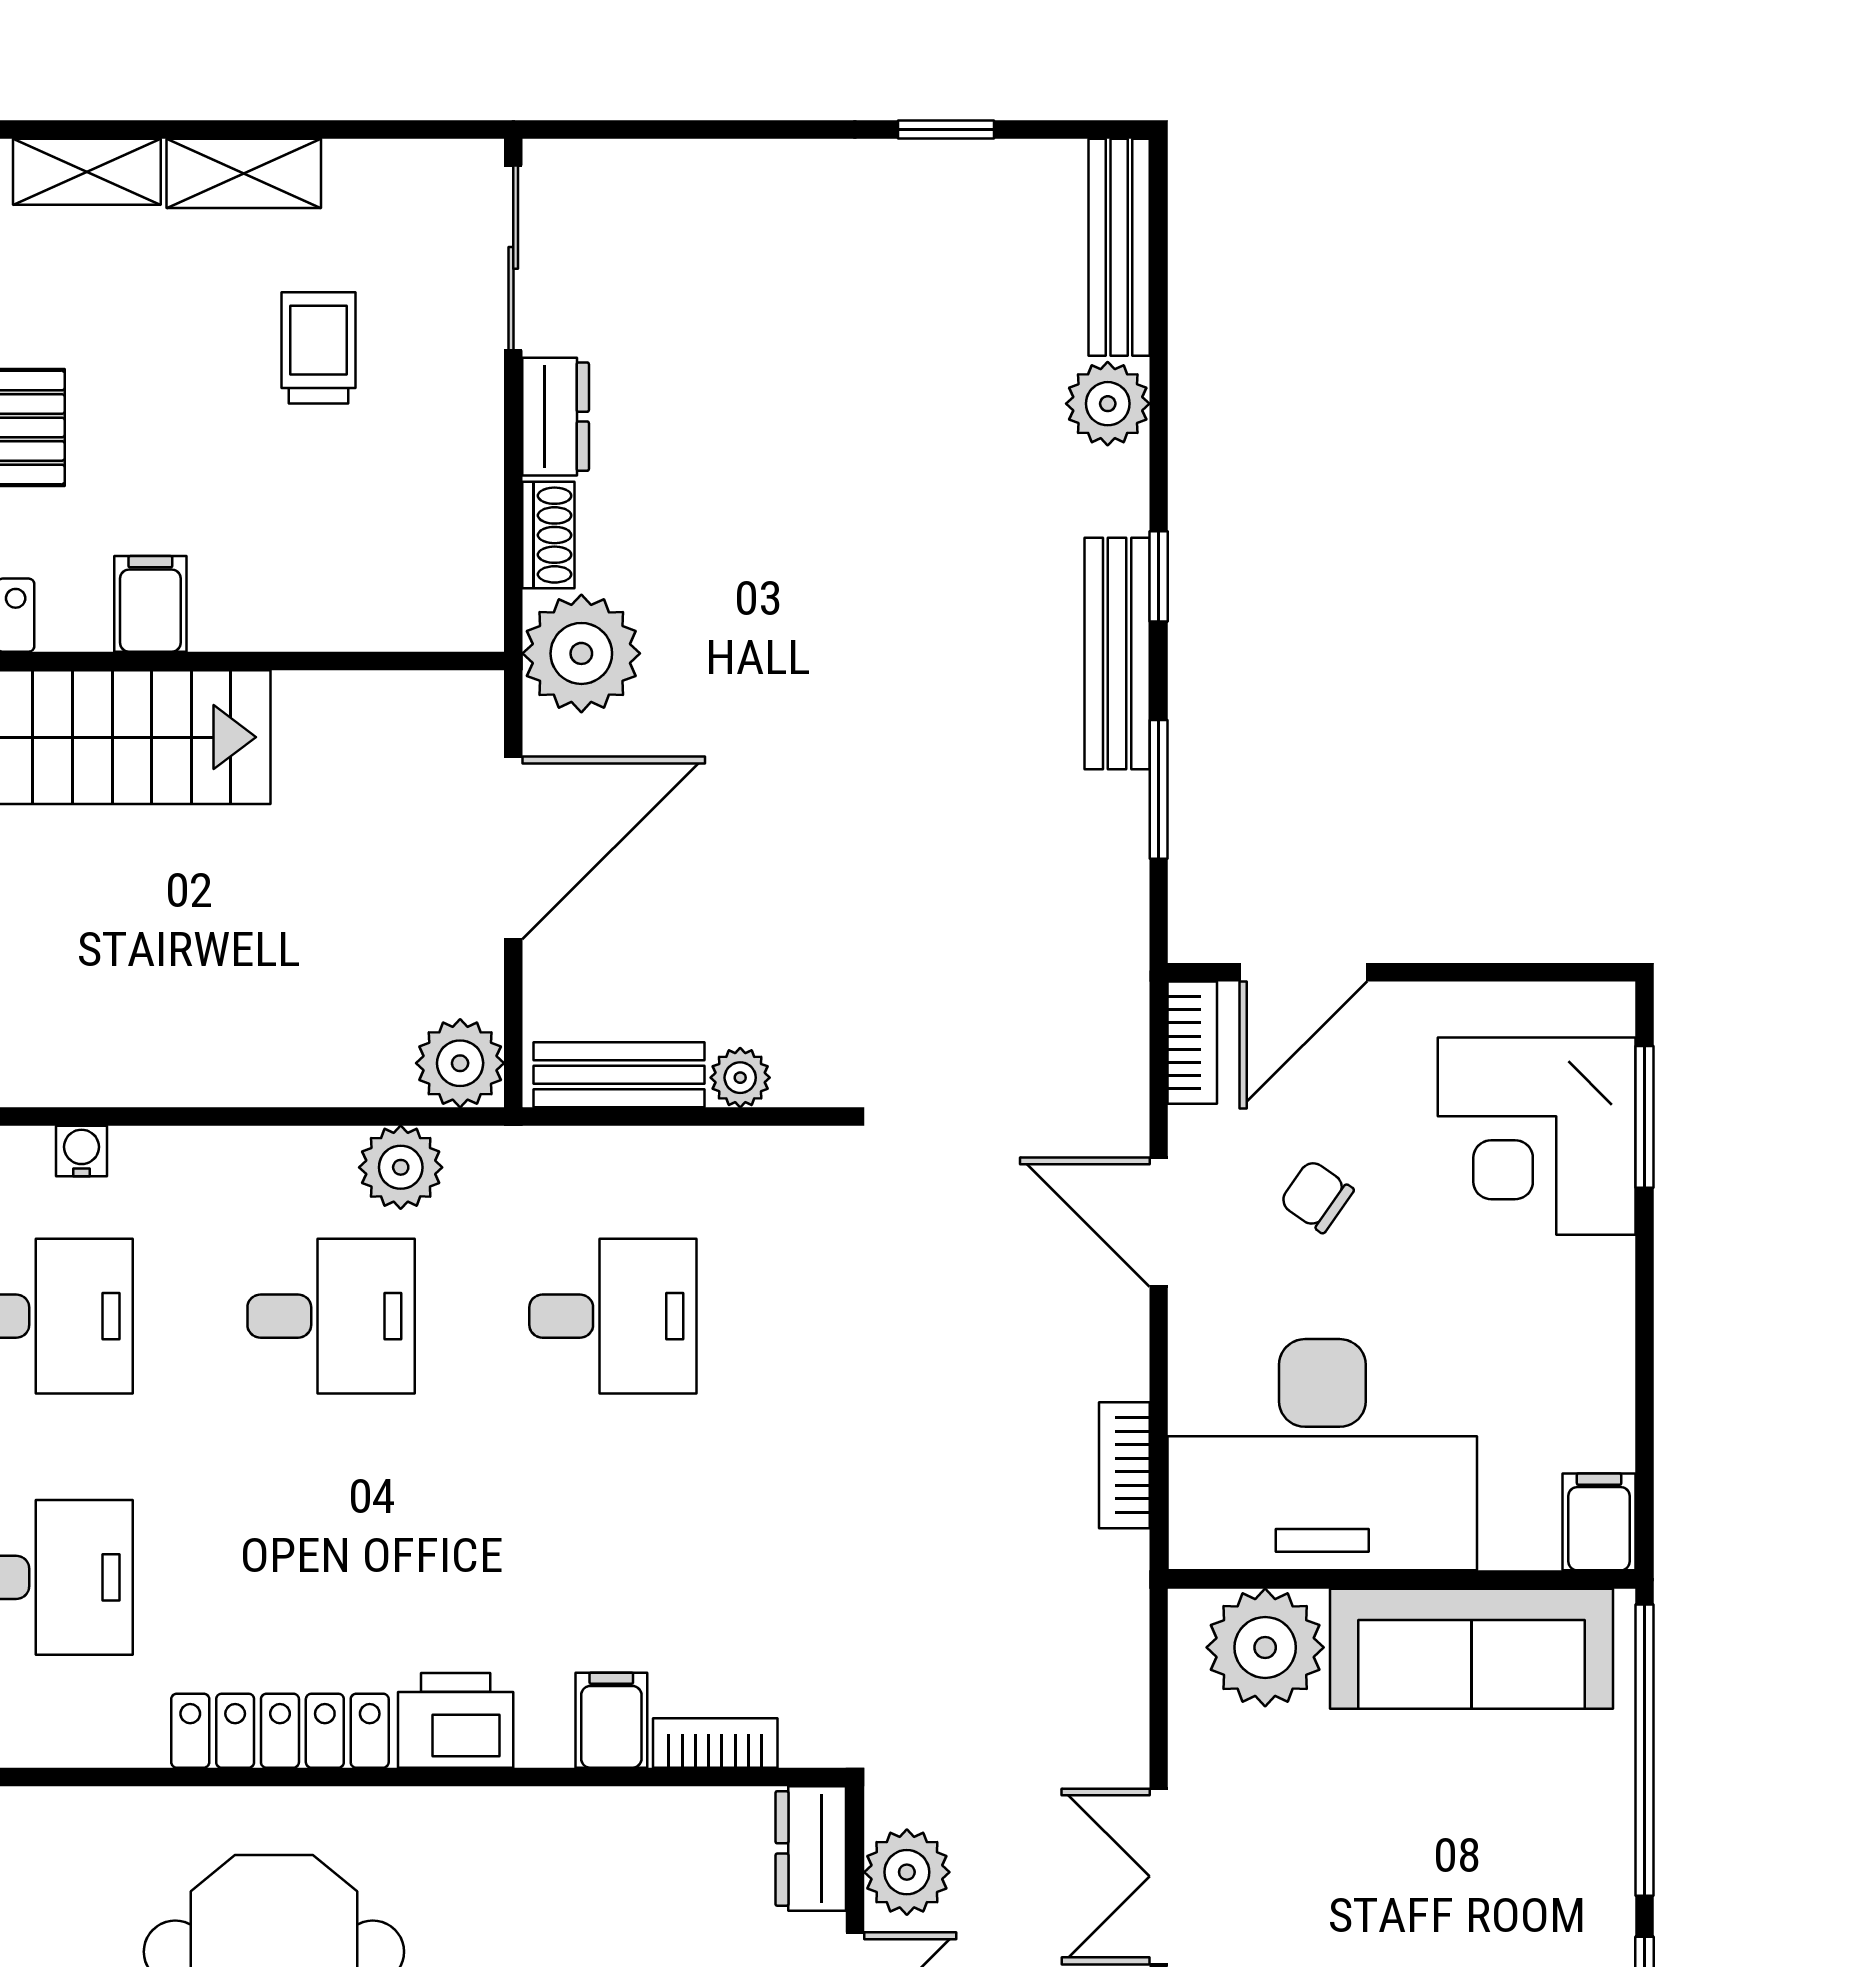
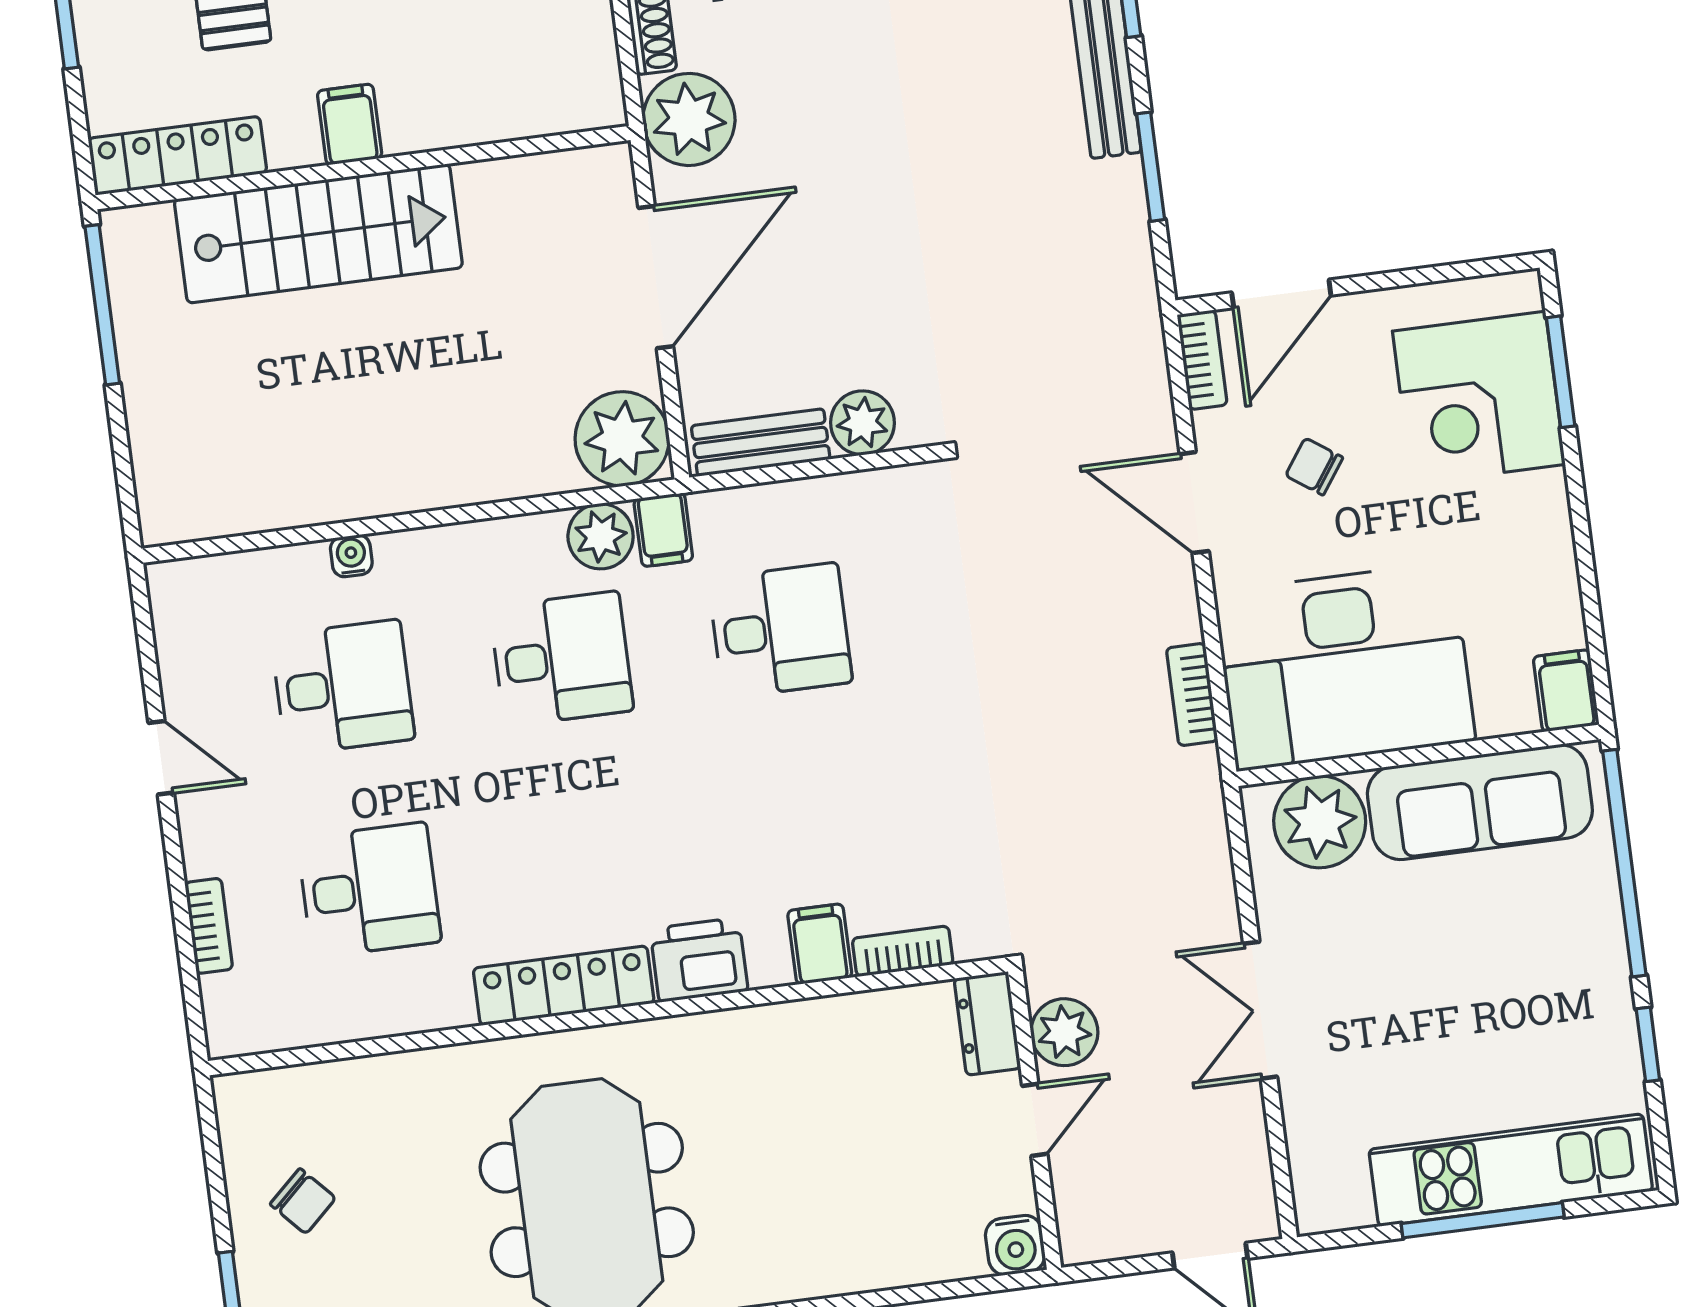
plant: (460, 1063) -> (622, 439), width x1.36, depth x1.36
plant: (740, 1078) -> (862, 423), width x1.38, depth x1.38
filing cabinet: (481, 1169) -> (663, 530), added

